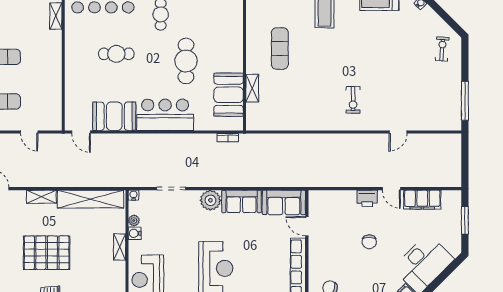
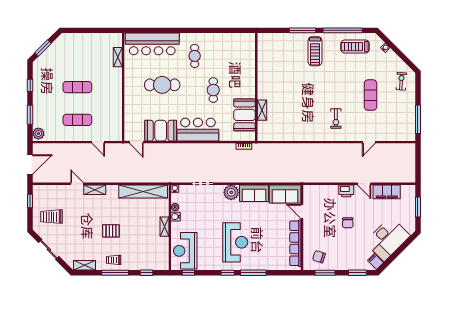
exercise mat: (280, 49) -> (371, 95), moved
cafe table: (116, 54) -> (162, 85), width x1.37, depth x1.35
cafe table: (186, 61) -> (213, 90), width x0.73, depth x0.74
shelving: (41, 197) -> (95, 190), moved
pallet: (47, 253) -> (111, 231), width x0.49, depth x0.50

